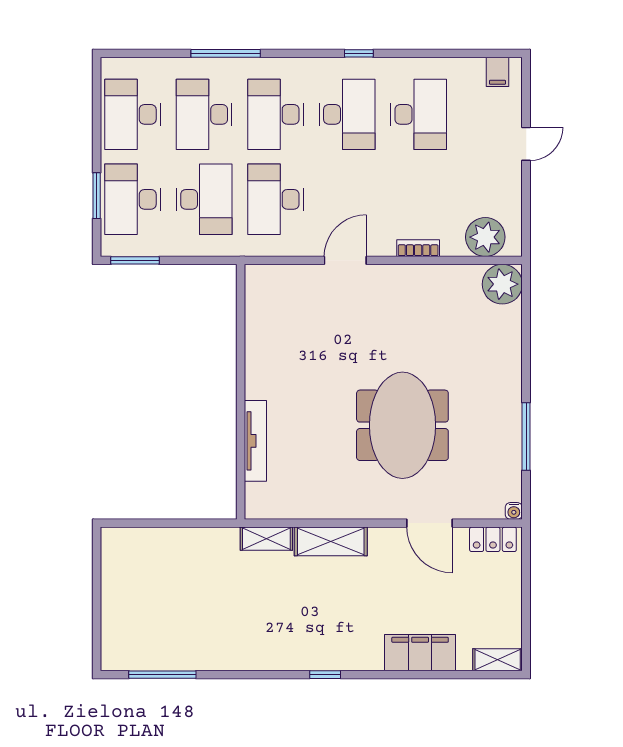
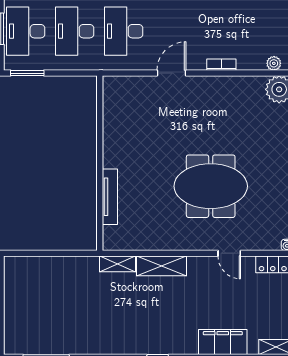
desk: (204, 199) -> (75, 31), turned 180
plant: (485, 237) -> (274, 63), width x0.53, depth x0.53
meeting table: (402, 425) -> (211, 186), turned 90
door: (429, 523) -> (229, 253), width x0.73

